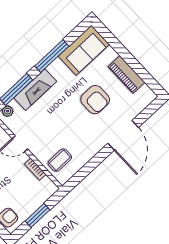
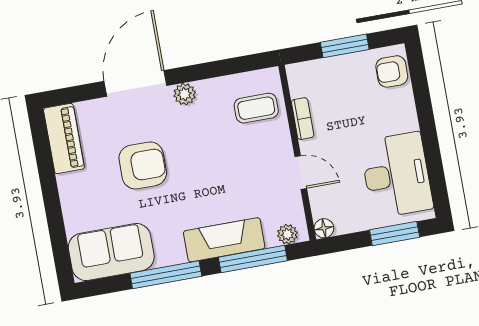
piano: (126, 74) -> (64, 139), moved
armchair: (95, 100) -> (143, 165), turned 90
plant: (97, 145) -> (185, 94), added

